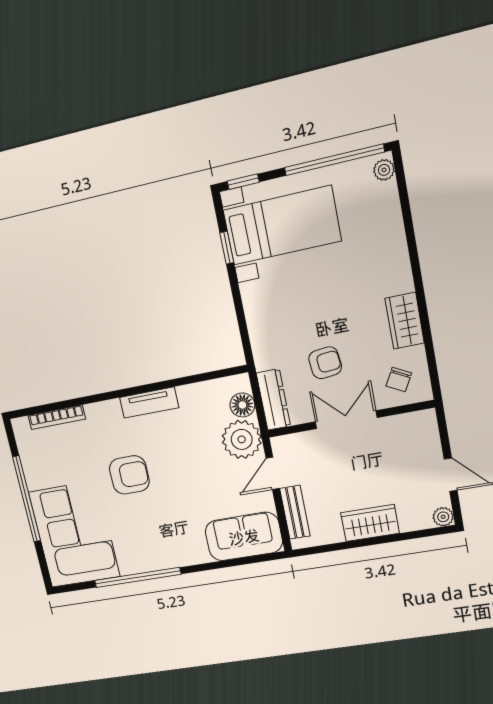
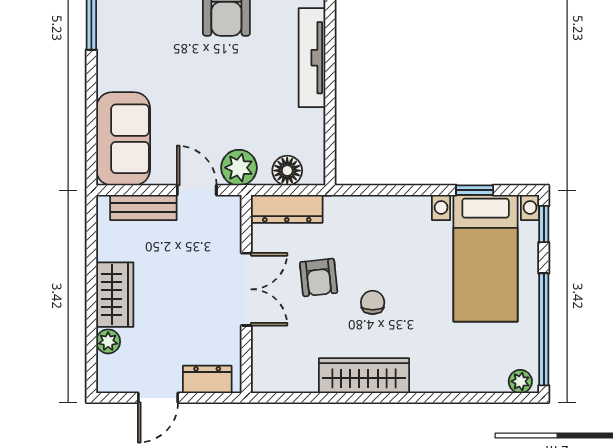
wardrobe: (405, 321) -> (364, 376), width x1.50
chair: (399, 380) -> (373, 302), moved, turned 62
tv unit: (149, 403) -> (312, 58), width x1.41
dresser: (428, 438) -> (207, 379), added
plant: (242, 439) -> (239, 168), width x0.73, depth x0.73
plant: (443, 517) -> (108, 341), moved

